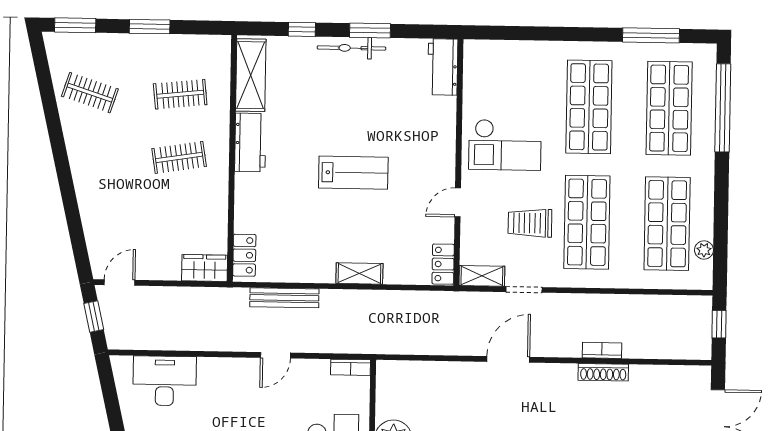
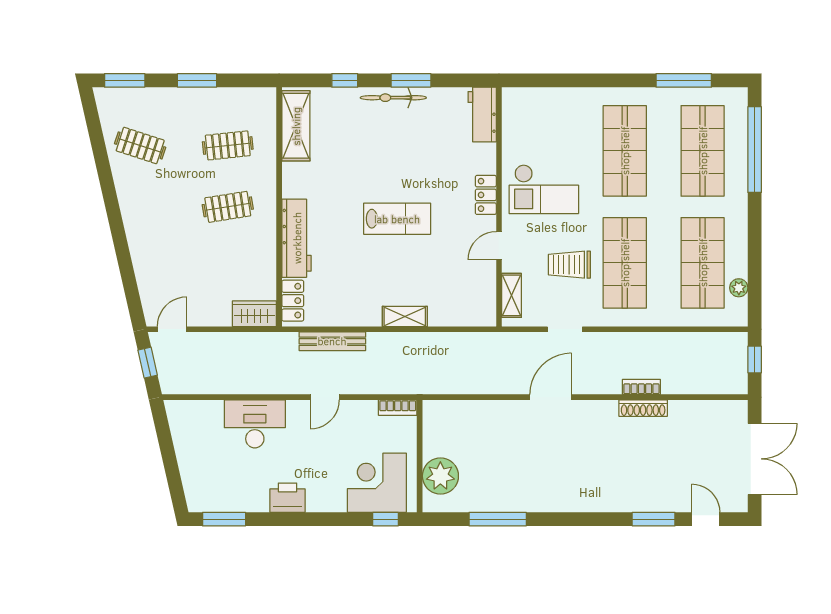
workbench: (250, 142) -> (297, 238), moved, width x1.38
locker: (443, 264) -> (486, 195), moved
shelving: (482, 276) -> (512, 295), moved, turned 90
desk: (165, 381) -> (255, 424), moved

